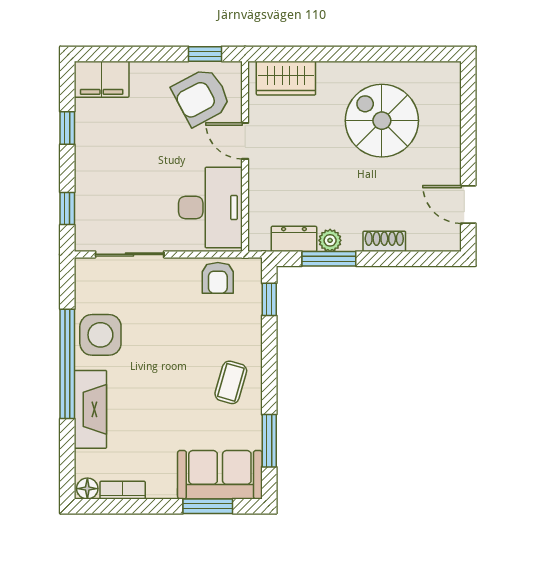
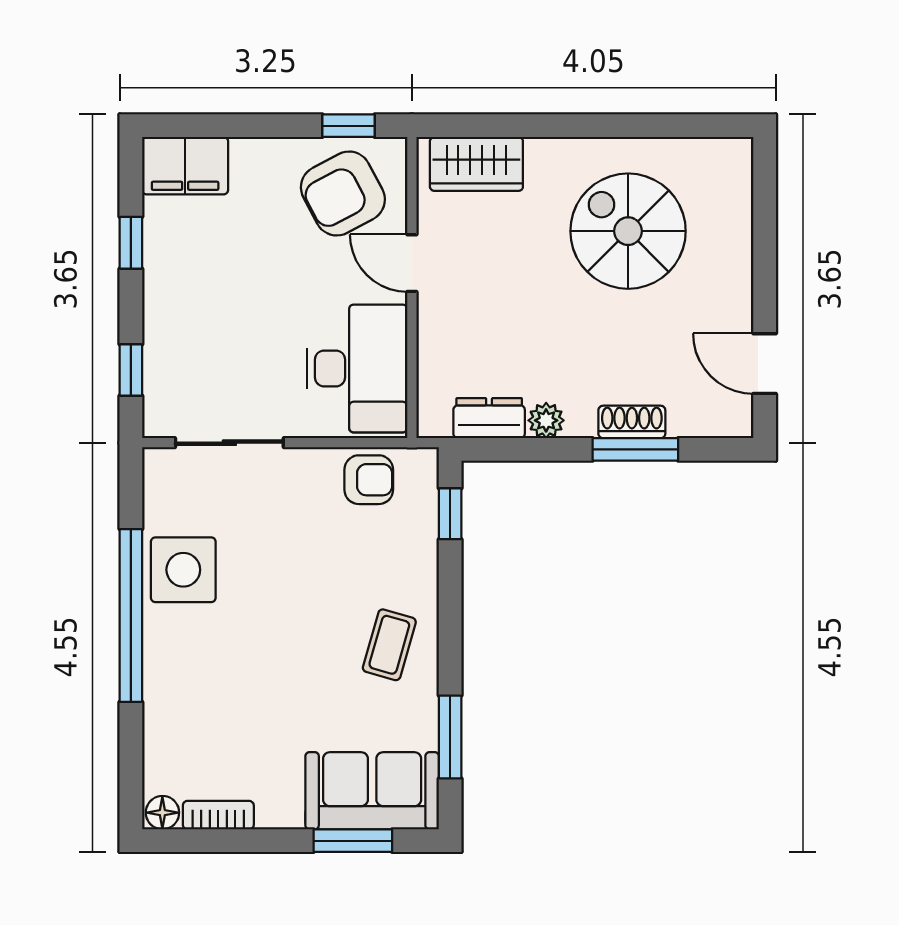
window: (329, 259) -> (635, 449), moved
armchair: (218, 278) -> (369, 480), turned -90
fireplace: (90, 409) -> (167, 687), removed

